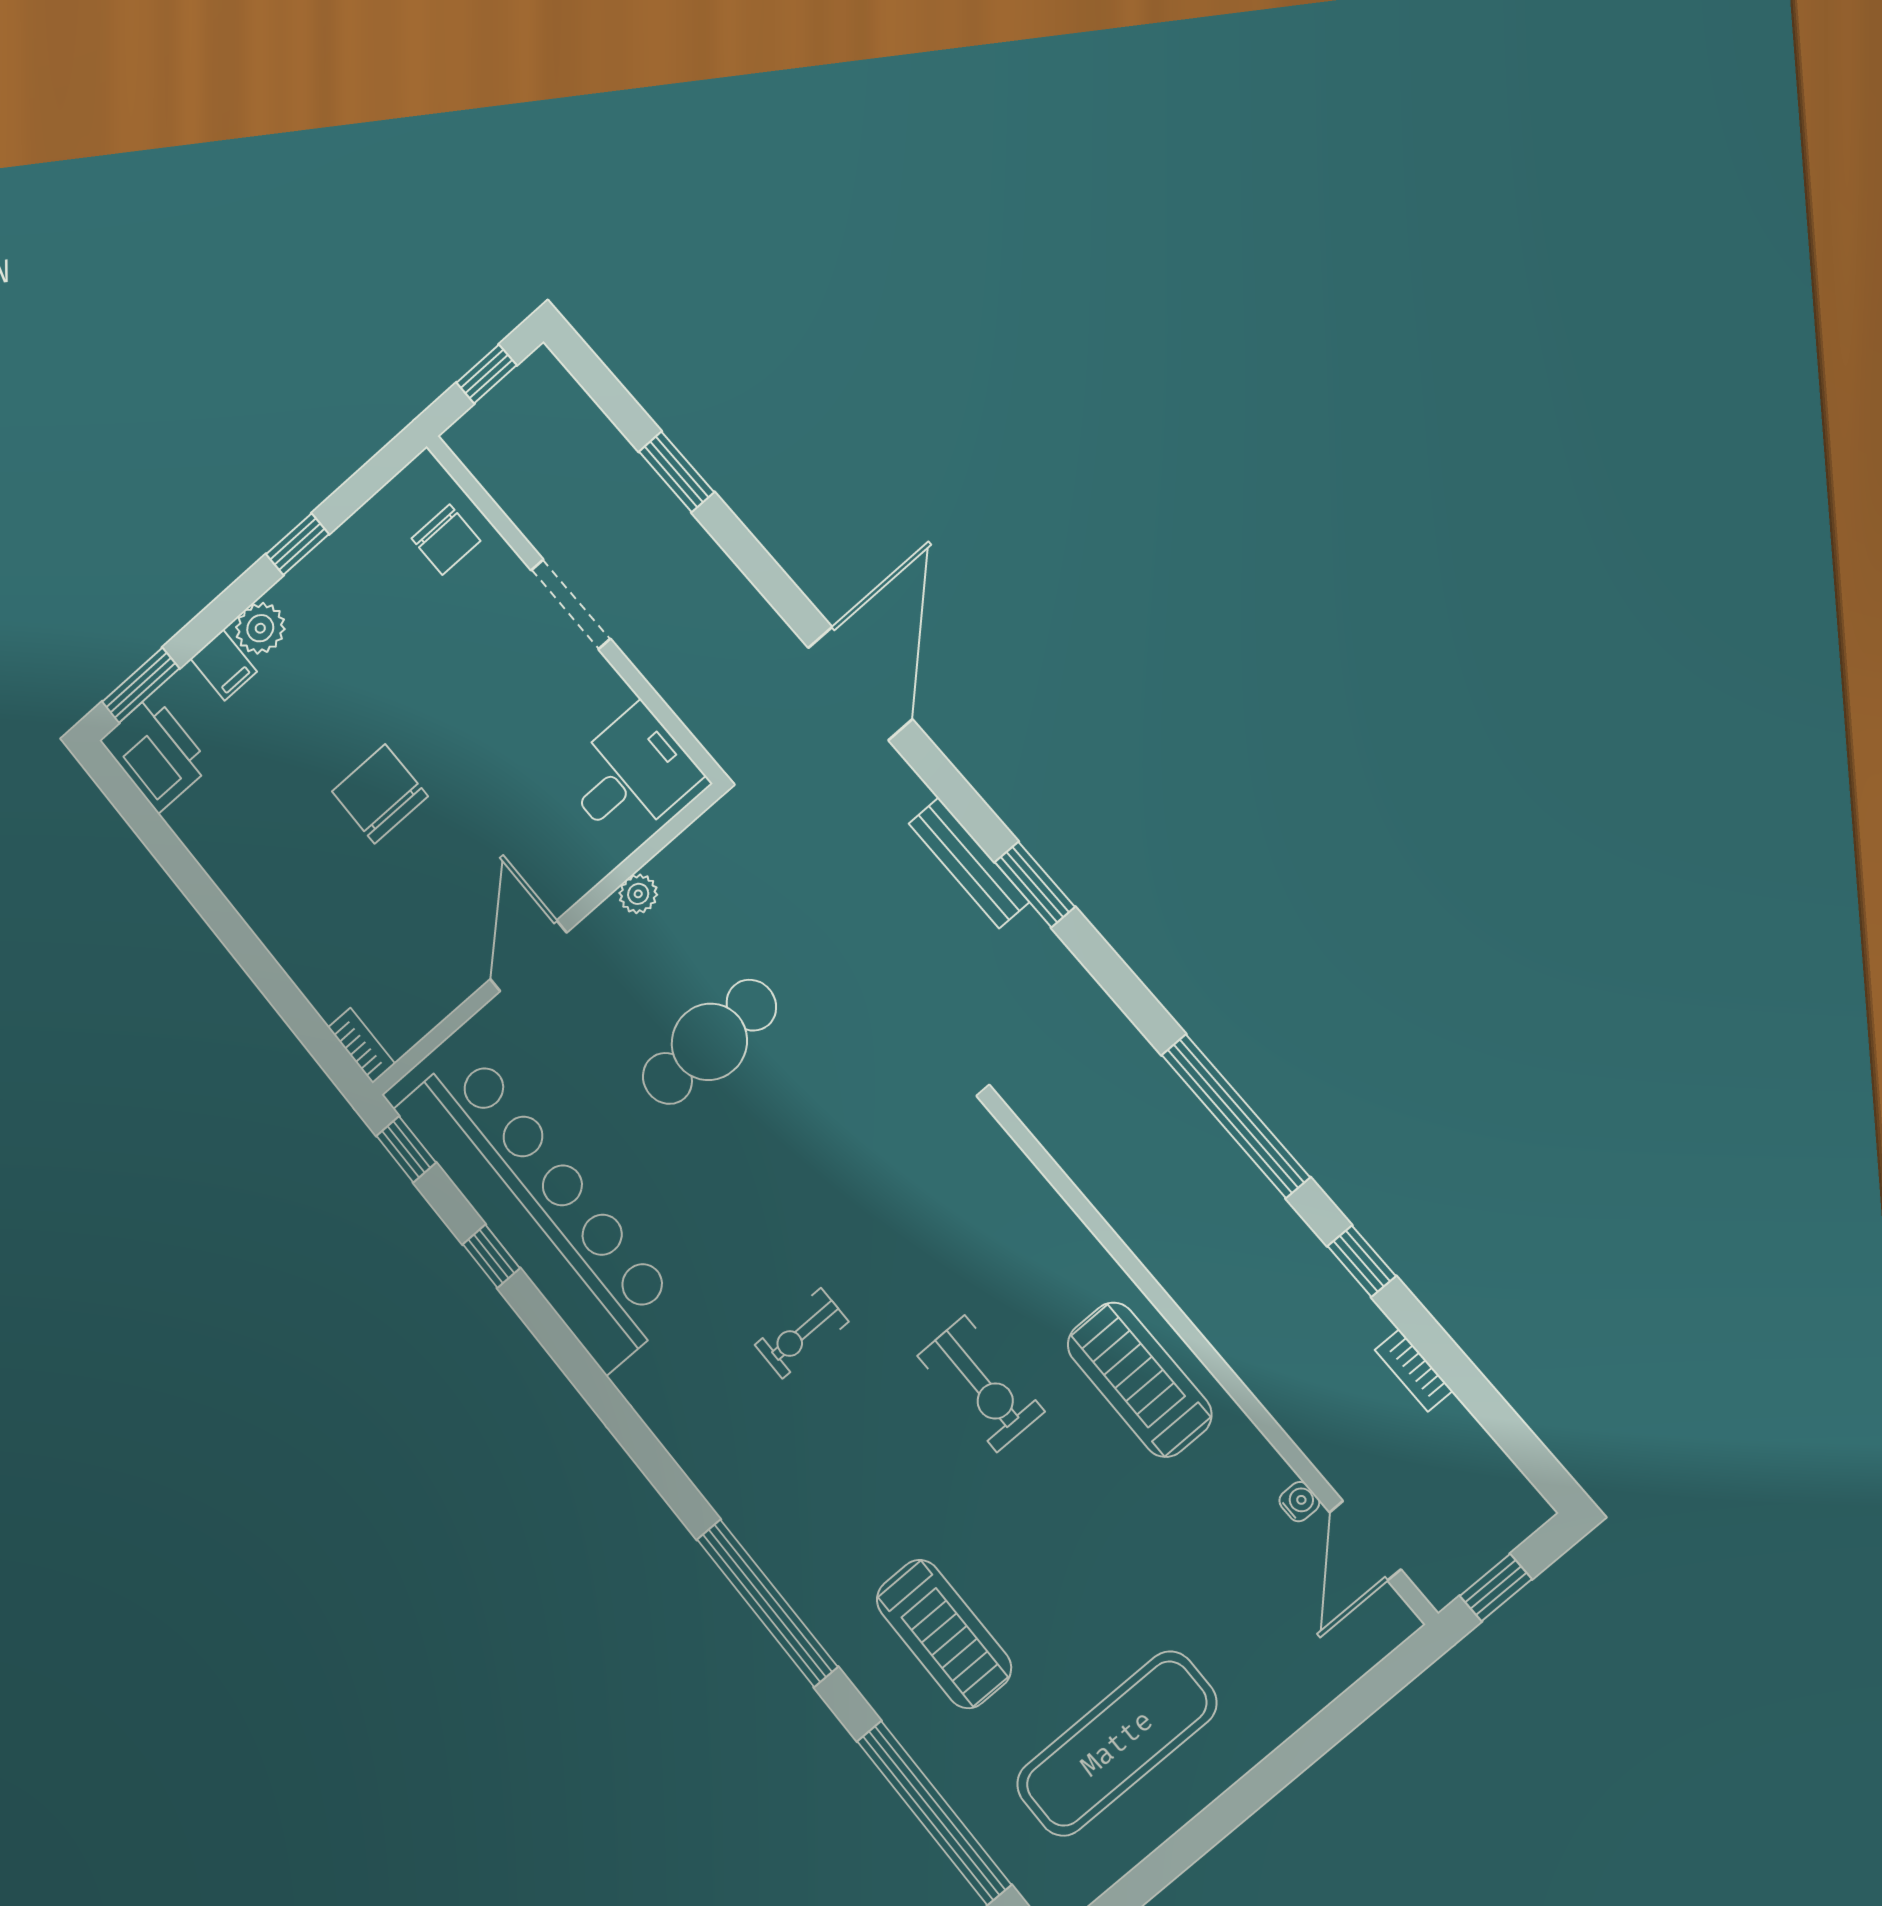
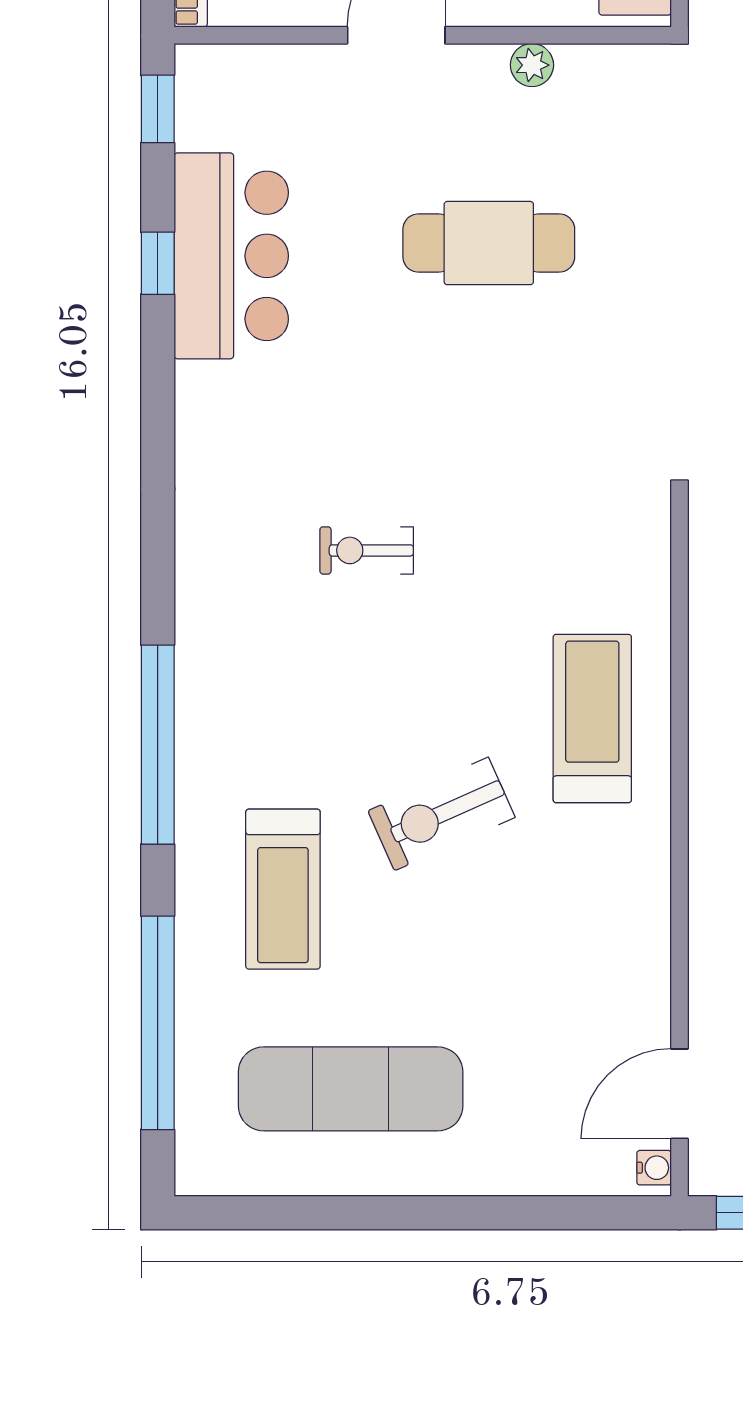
bar counter: (538, 1207) -> (231, 256), width x0.54
treadmill: (1139, 1379) -> (592, 718), moved
exercise bike: (981, 1384) -> (441, 814), moved, turned 66
water cooler: (1299, 1502) -> (654, 1168), moved

